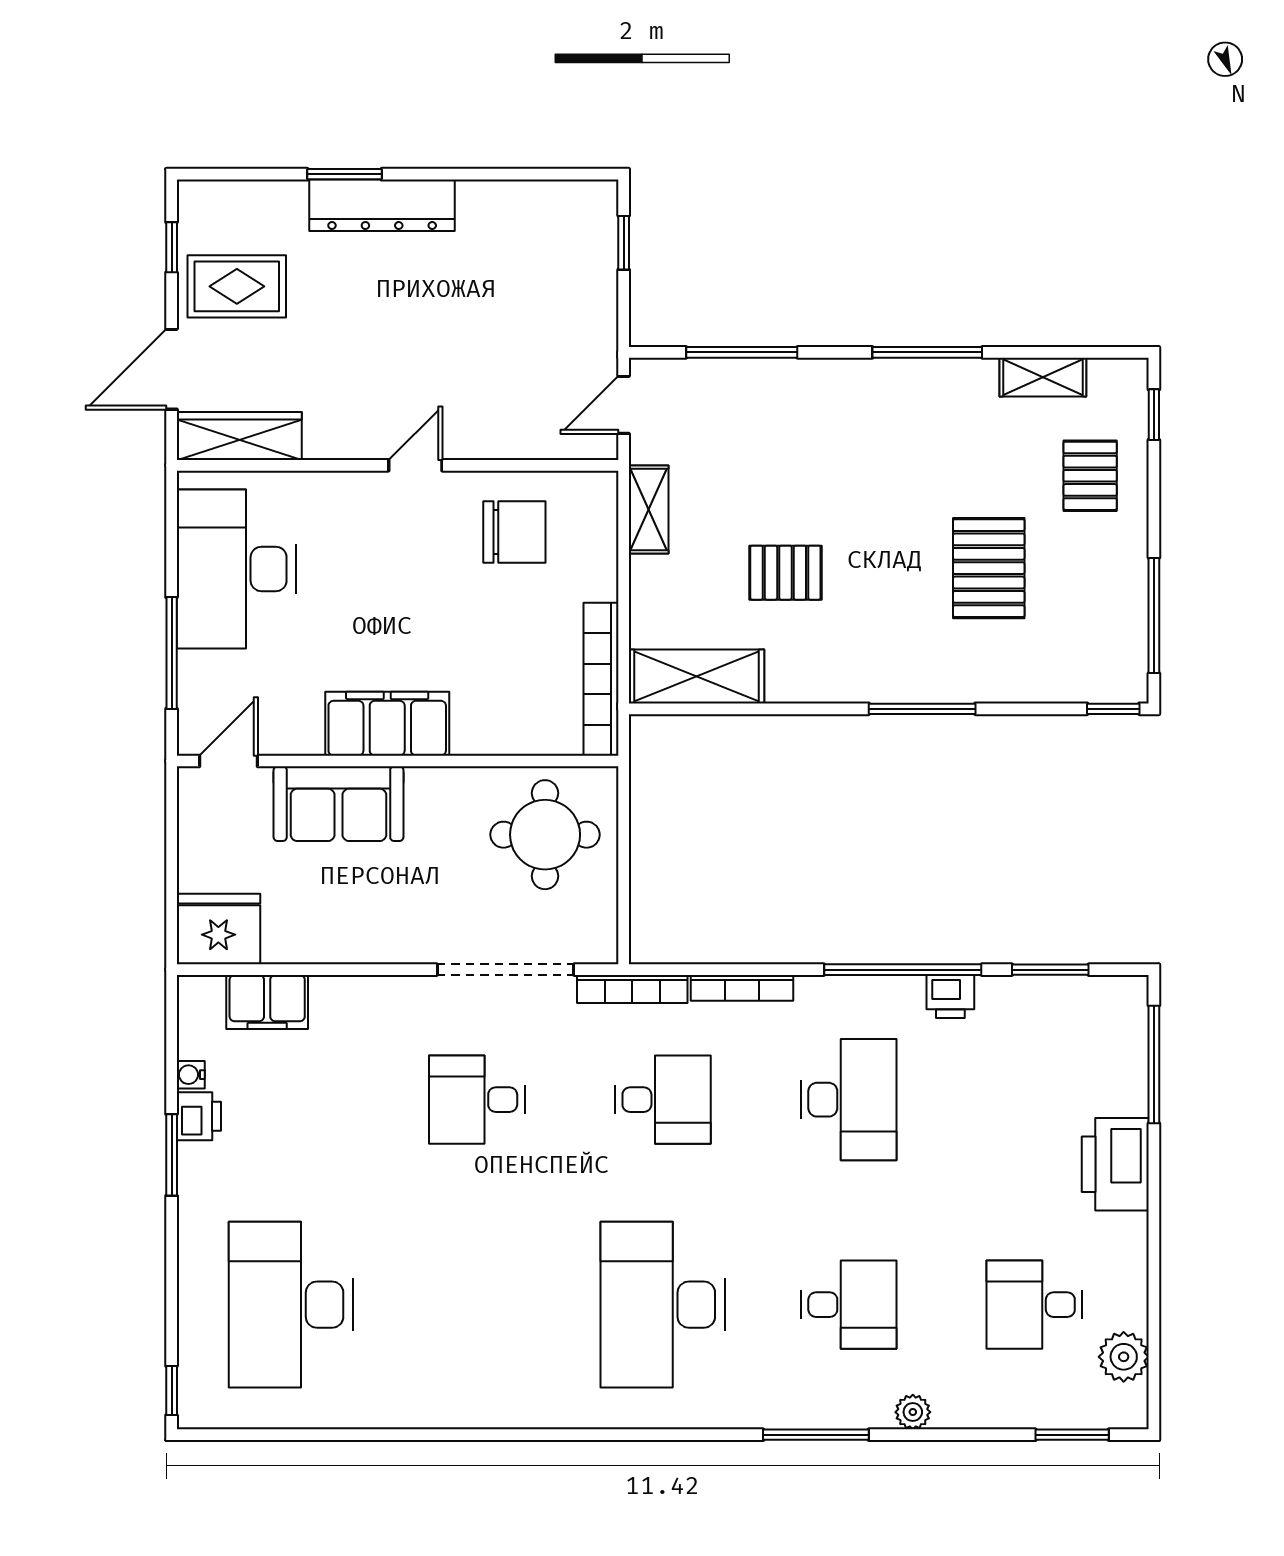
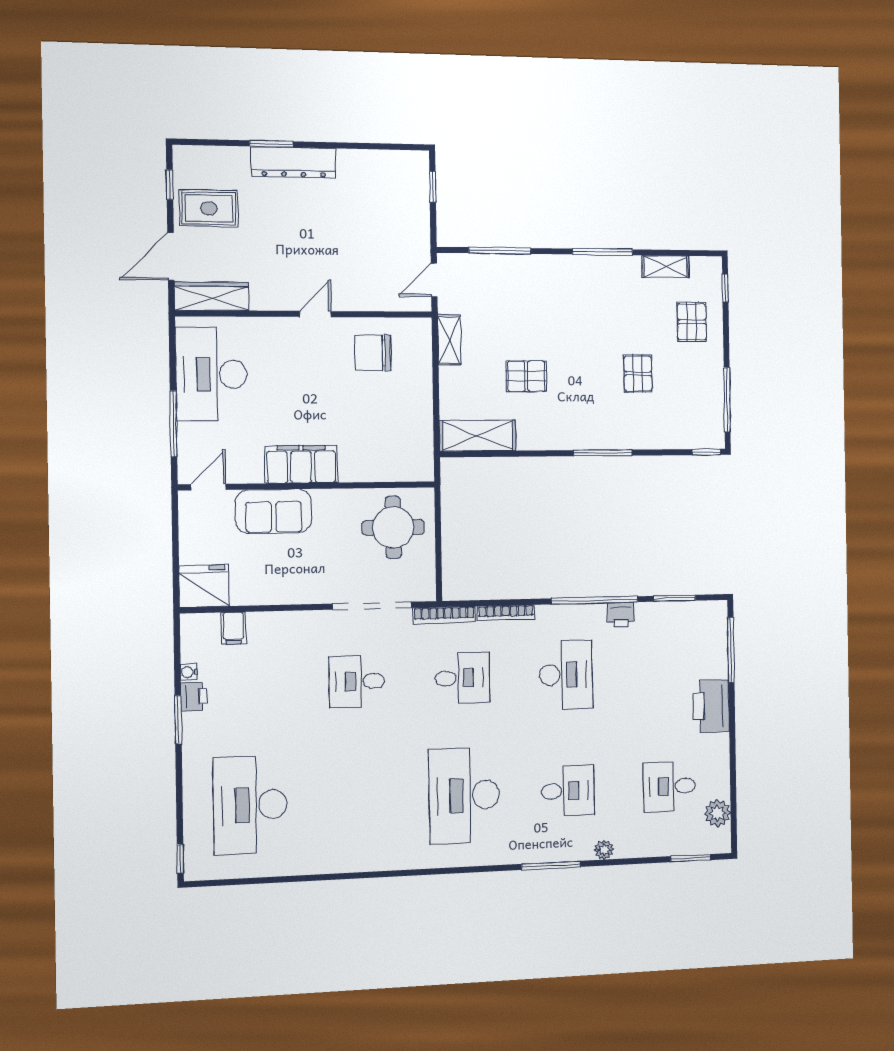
chair: (514, 532) -> (373, 353), turned 180
pallet: (989, 568) -> (638, 374), width x0.67, depth x0.71
bookcase: (601, 679) -> (424, 437), removed
filing cabinet: (267, 1002) -> (233, 628), width x0.50

